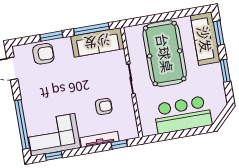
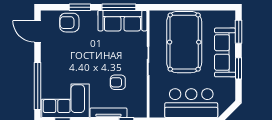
sofa: (205, 39) -> (225, 52), moved
armchair: (43, 54) -> (69, 23), turned 180
armchair: (104, 106) -> (118, 82), turned 180

